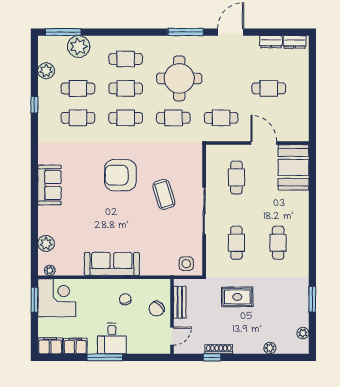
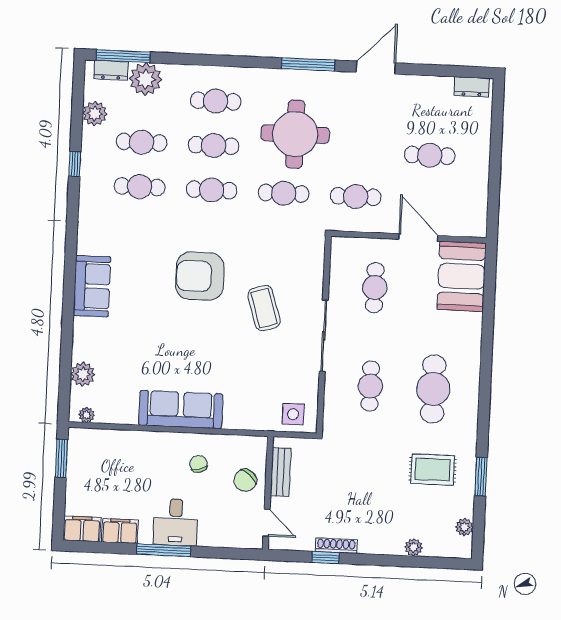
dresser: (271, 42) -> (111, 70), moved
cafe table: (278, 243) -> (433, 389), width x1.37, depth x1.35
rug: (237, 297) -> (433, 470), moved
corner desk: (57, 298) -> (95, 457), removed
door: (172, 336) -> (267, 523), hinge flipped

